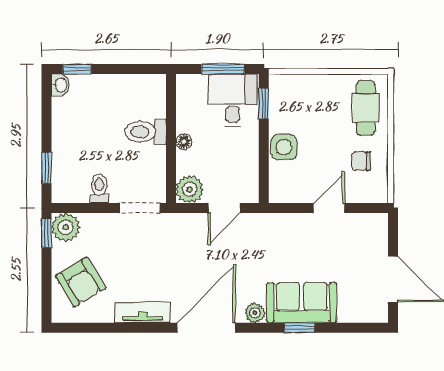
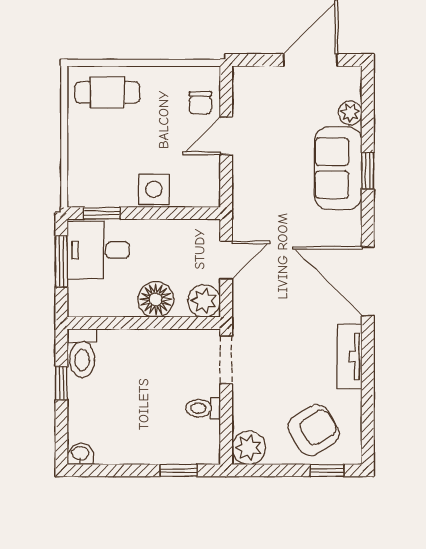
window: (77, 69) -> (61, 383), moved
toilet: (146, 132) -> (82, 353), moved
floor lamp: (184, 142) -> (156, 299), width x1.89, depth x1.89
chair: (361, 161) -> (200, 103), moved
door: (224, 208) -> (226, 260), hinge flipped
door: (329, 208) -> (226, 136), hinge flipped
window: (47, 233) -> (327, 470), moved
plant: (255, 313) -> (350, 113), moved

